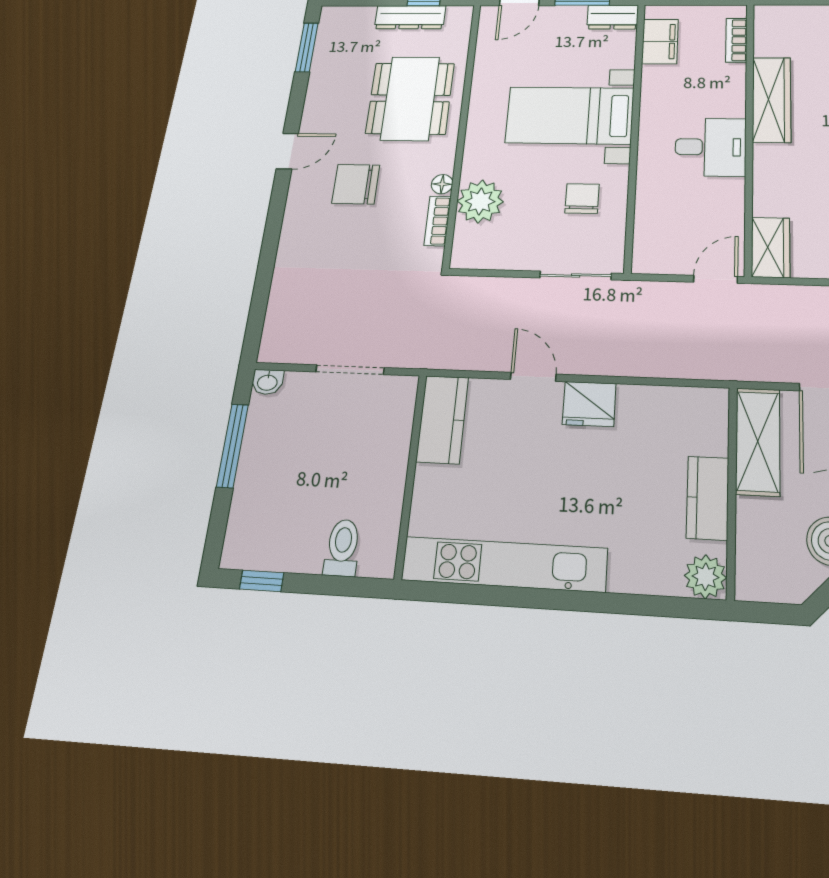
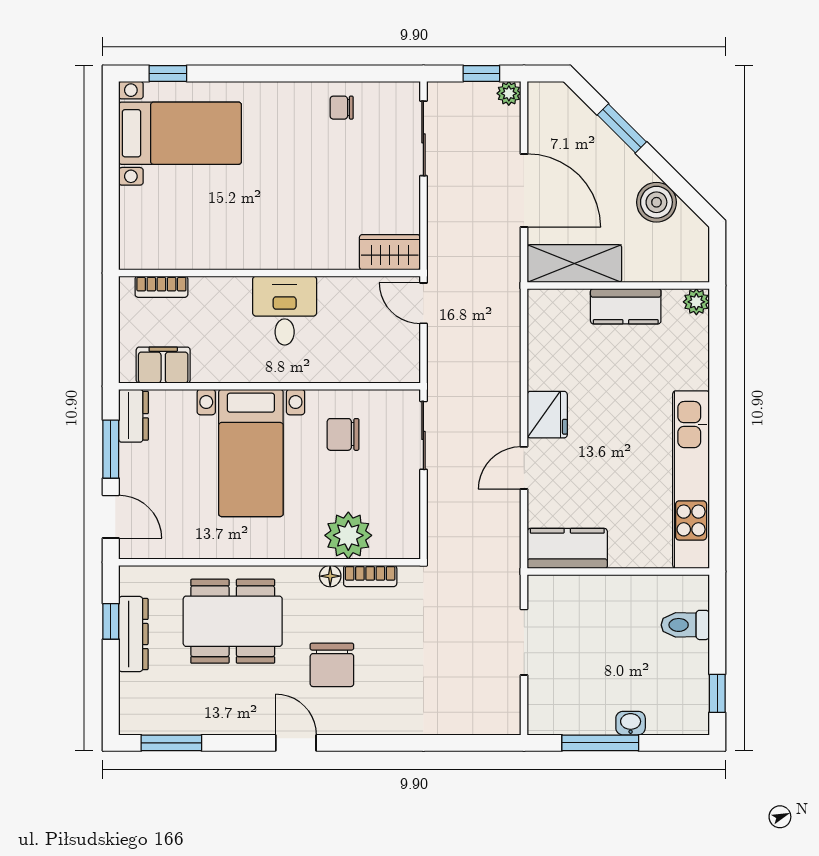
wardrobe: (772, 100) -> (231, 251), removed
washbasin: (267, 382) -> (631, 723), moved, turned -90
plant: (705, 577) -> (696, 302), width x0.73, depth x0.73

